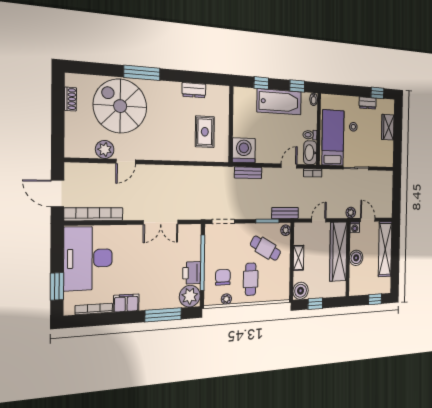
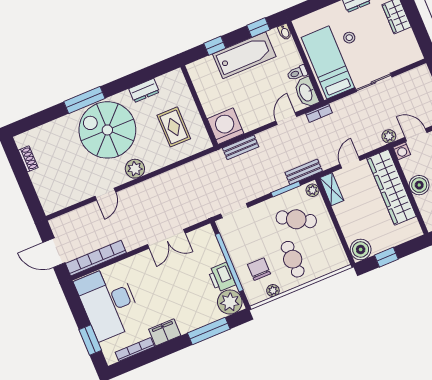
spiral stairs: (120, 106) -> (107, 130), moved
plant: (105, 149) -> (135, 169), moved
shelving: (299, 258) -> (332, 189), moved

